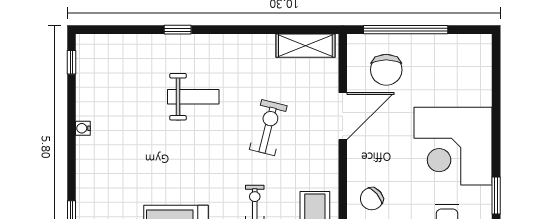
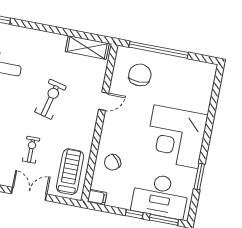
chair: (386, 70) -> (140, 75), turned 180
door: (343, 116) -> (104, 101), width x0.53

